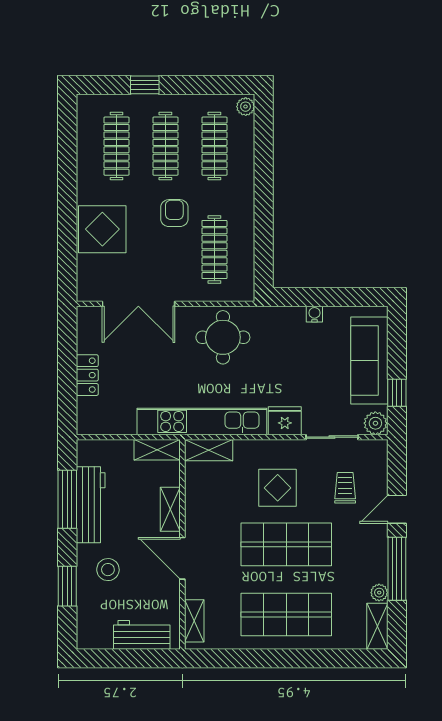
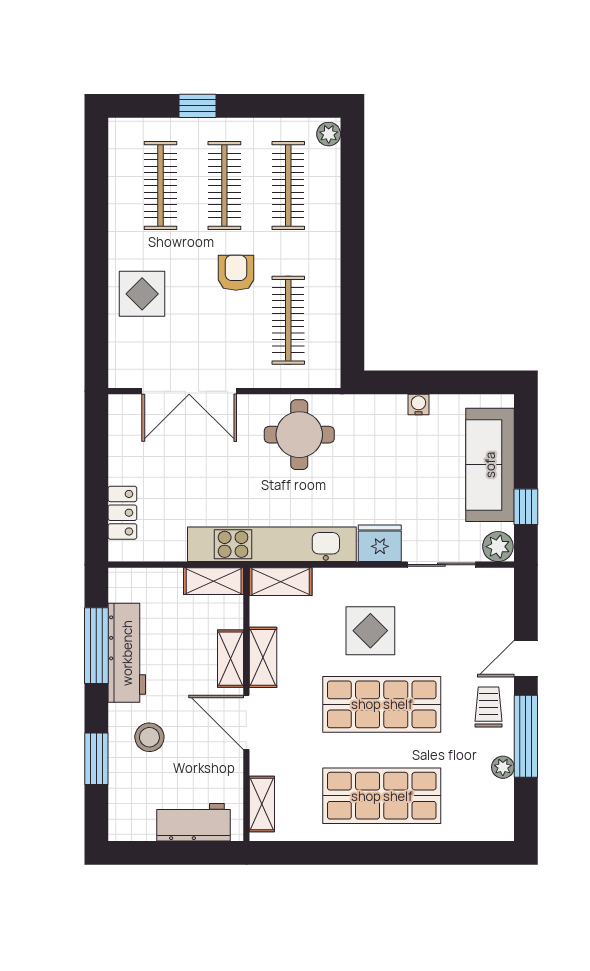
display table: (102, 229) -> (142, 294), width x0.73, depth x0.73
locker: (87, 375) -> (122, 513), moved
trolley: (345, 488) -> (489, 707), moved
shelving: (377, 626) -> (263, 657), moved

